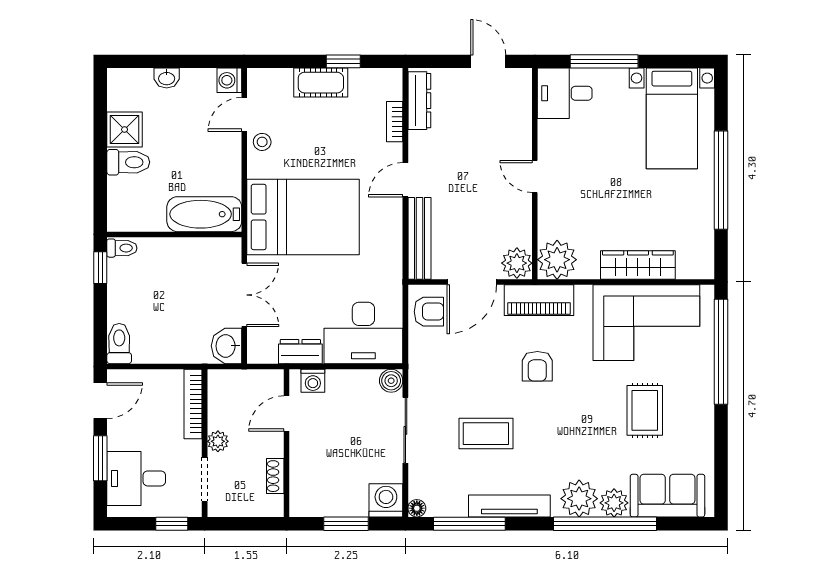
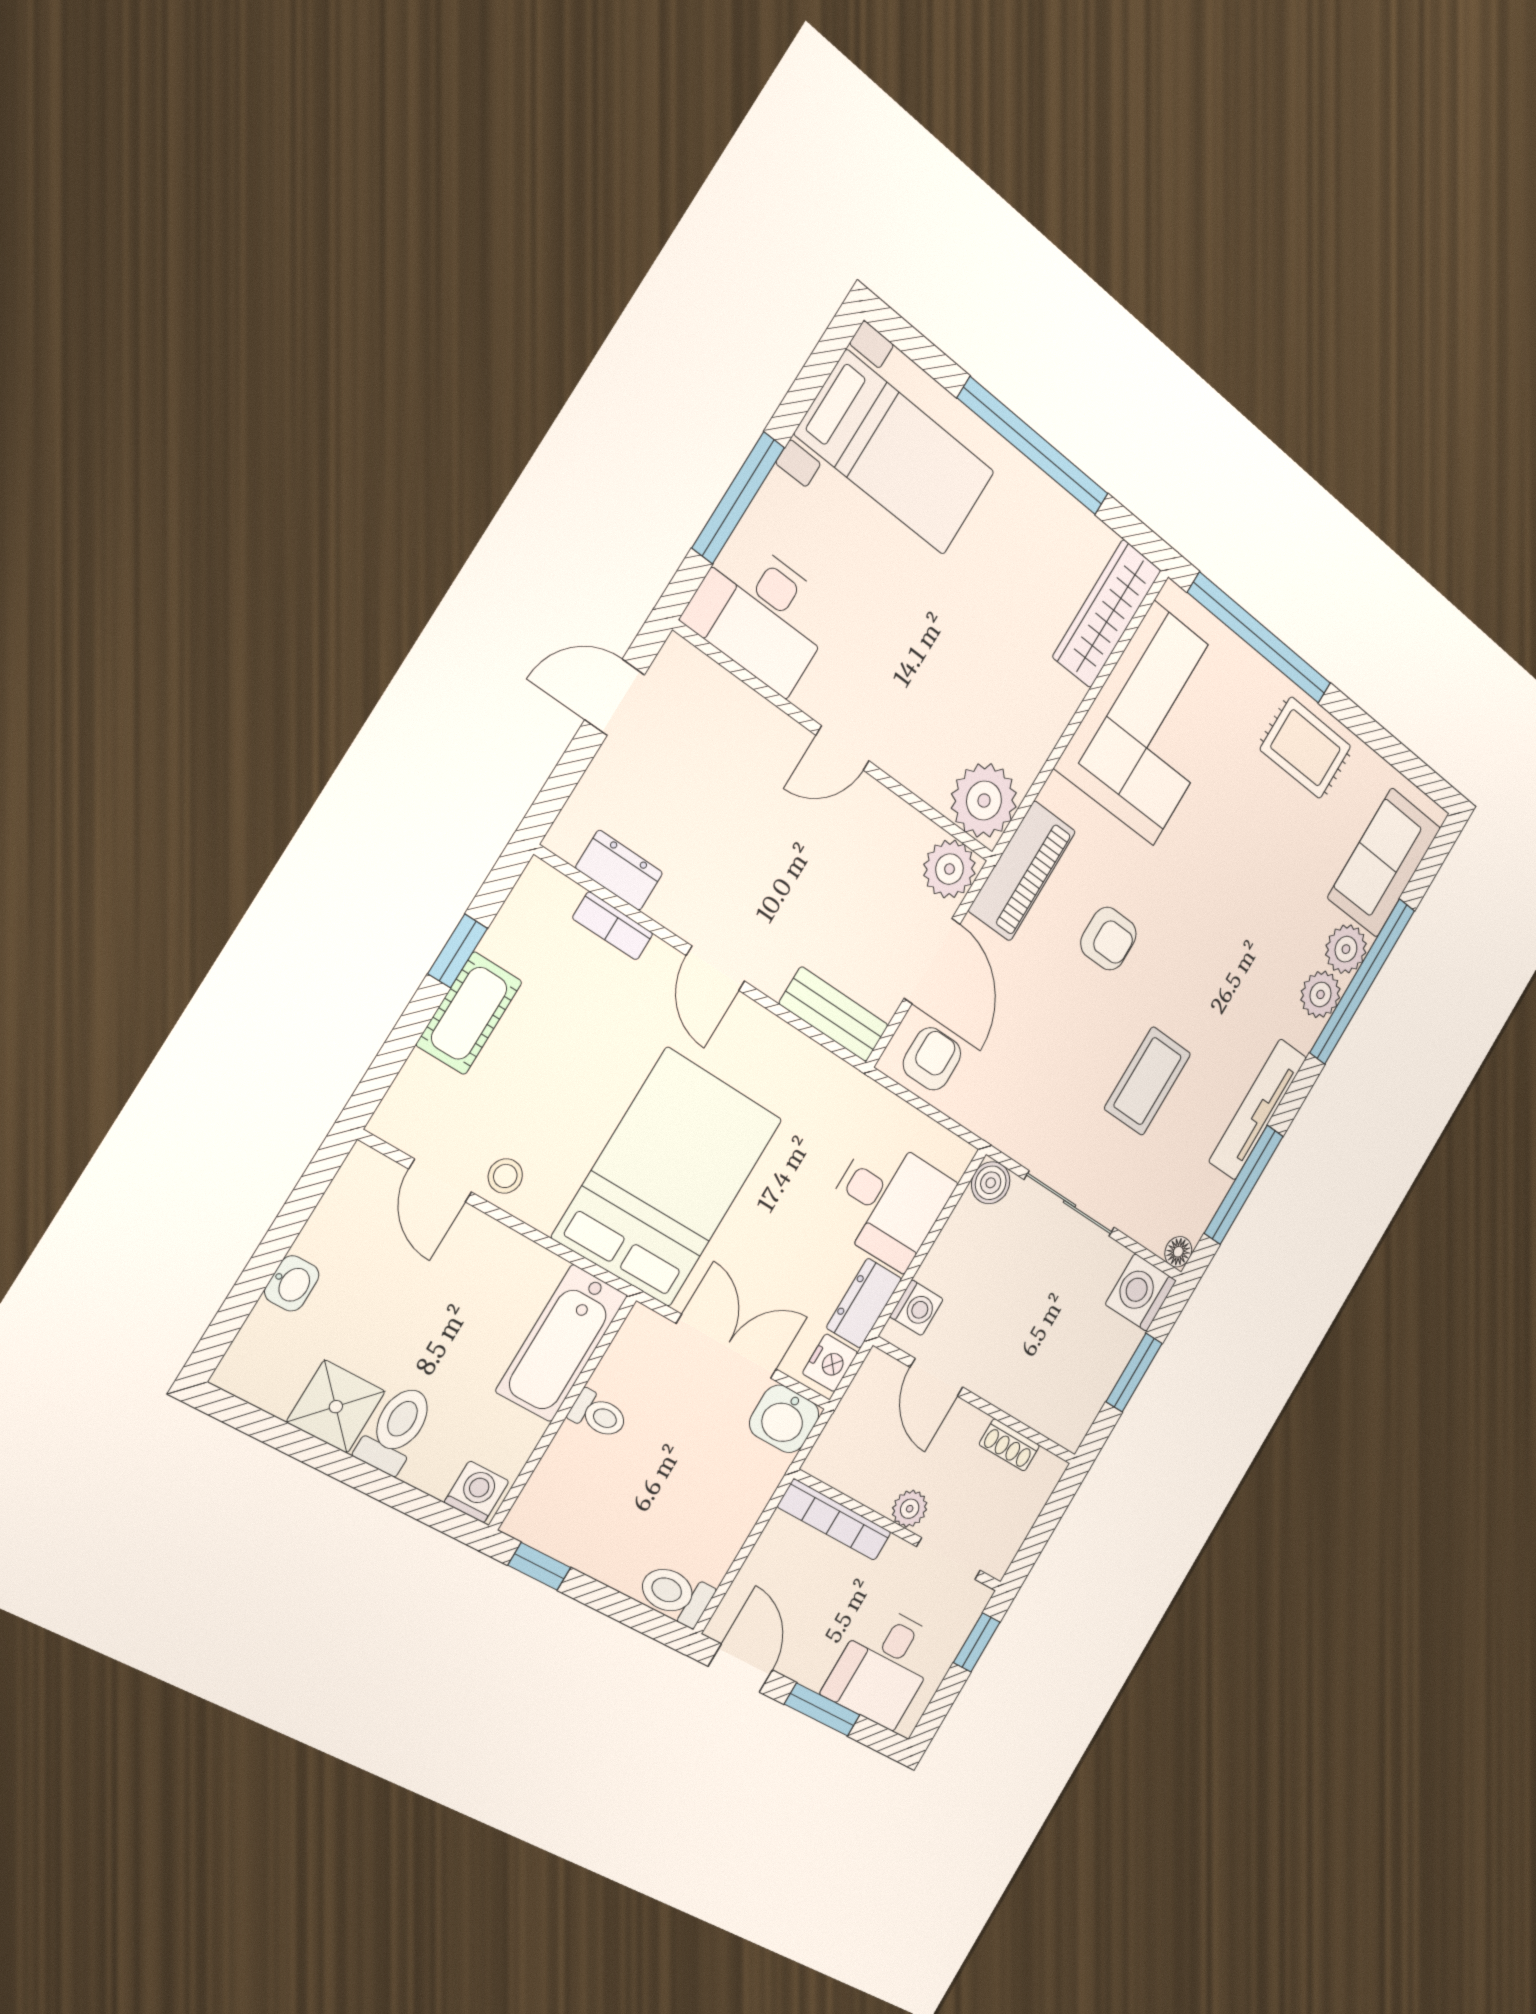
washing machine: (229, 80) -> (477, 1492), moved, turned 180
desk: (565, 93) -> (761, 614), width x1.37
dresser: (419, 101) -> (619, 870), width x0.70
bench: (419, 238) -> (834, 1014), width x0.73
toilet: (122, 248) -> (598, 1415), moved, turned 90
wardrobe: (638, 265) -> (1107, 614), moved
desk: (363, 333) -> (888, 1202), width x0.73
nightstand: (264, 352) -> (830, 1363), added
rug: (645, 410) -> (1305, 748), moved
plant: (579, 499) -> (1321, 994), width x0.73, depth x0.73

